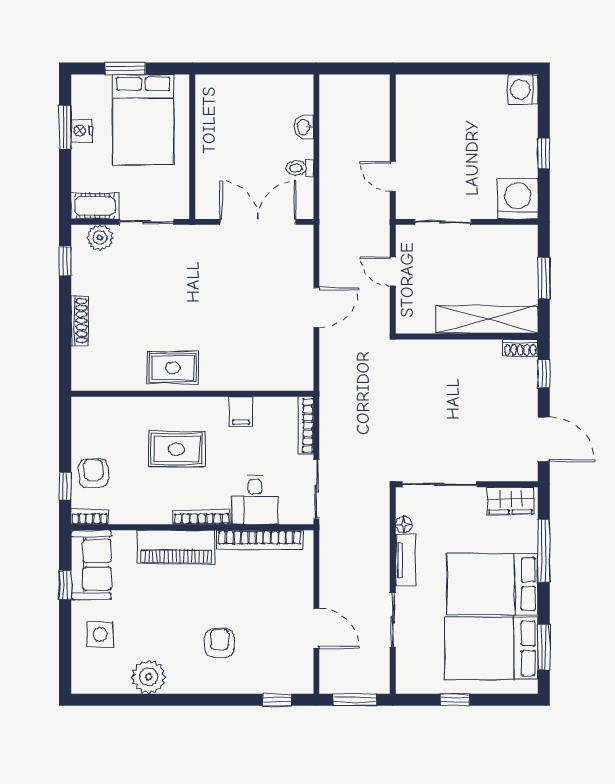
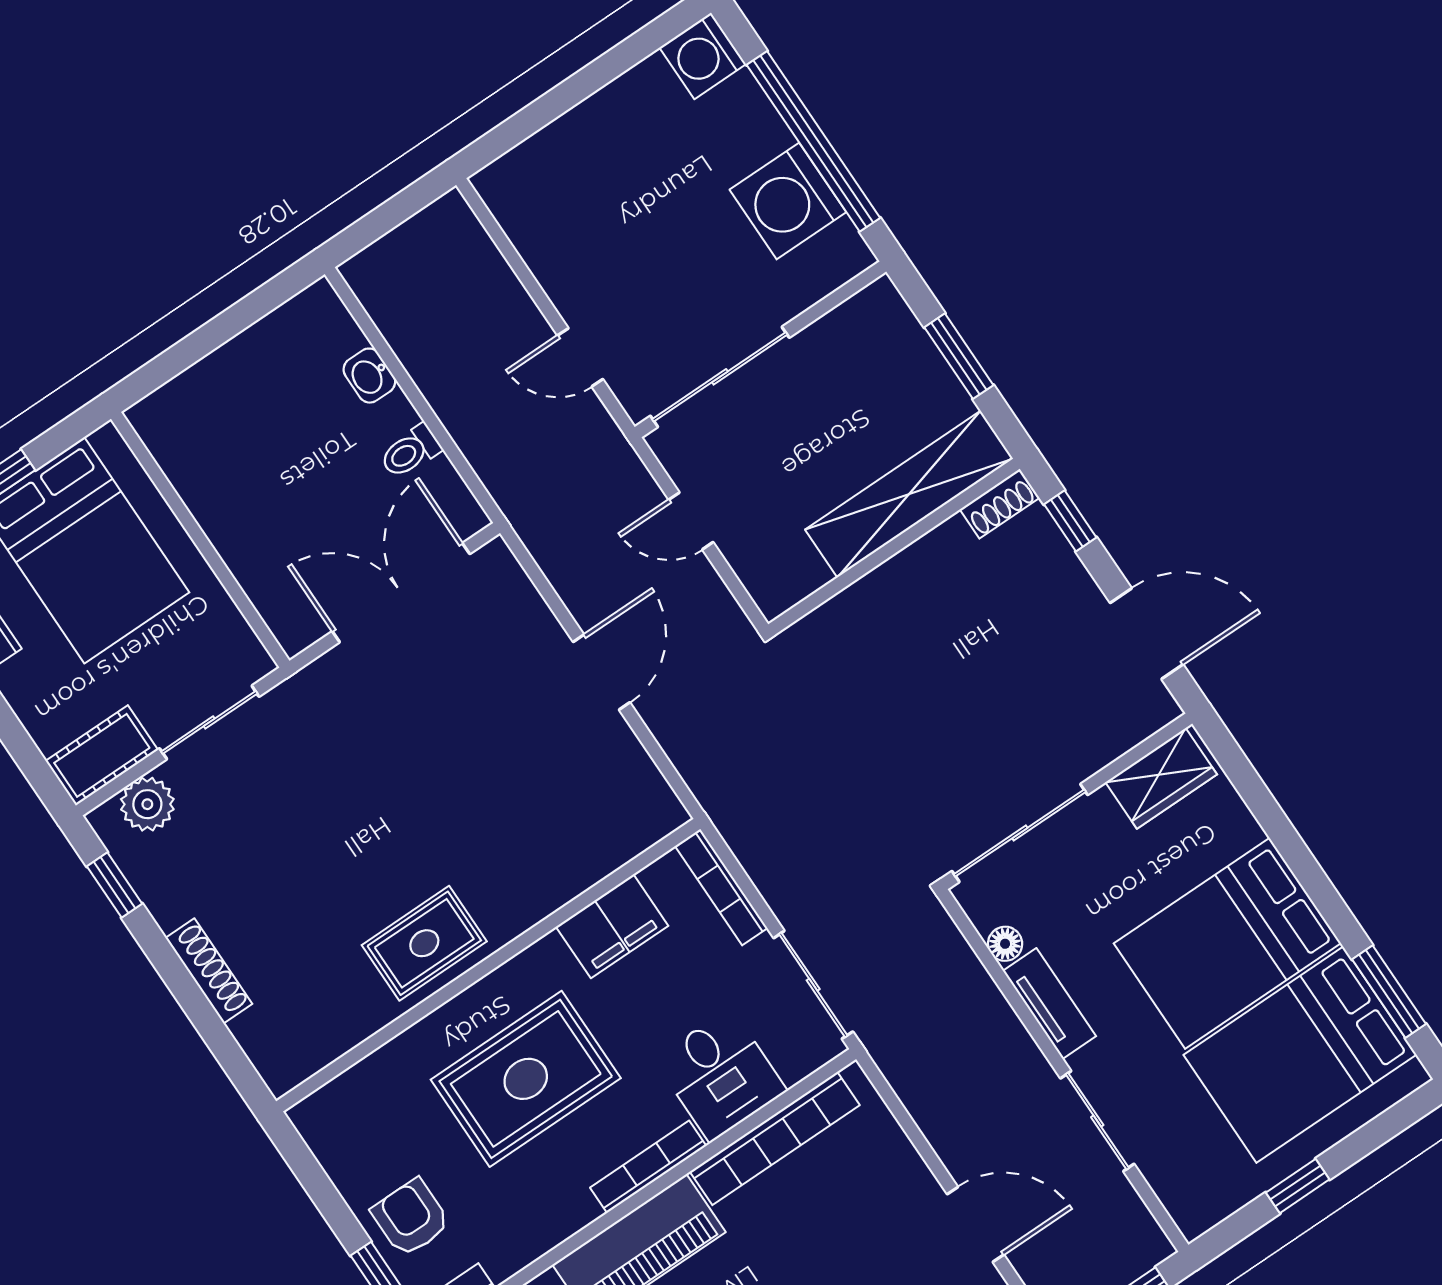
window: (544, 153) -> (813, 141), width x3.17
washing machine: (518, 199) -> (788, 201), moved, turned -90
sliding door: (443, 222) -> (720, 377), width x1.37
filing cabinet: (241, 412) -> (612, 926), width x2.00
rug: (177, 449) -> (526, 1079), width x1.36, depth x1.43
window: (544, 551) -> (1277, 826), removed

